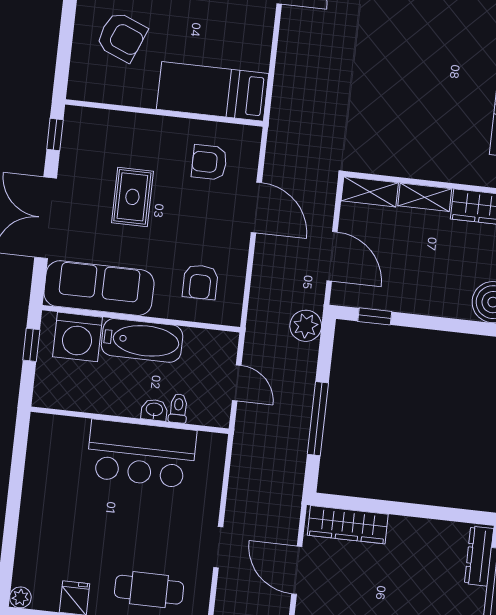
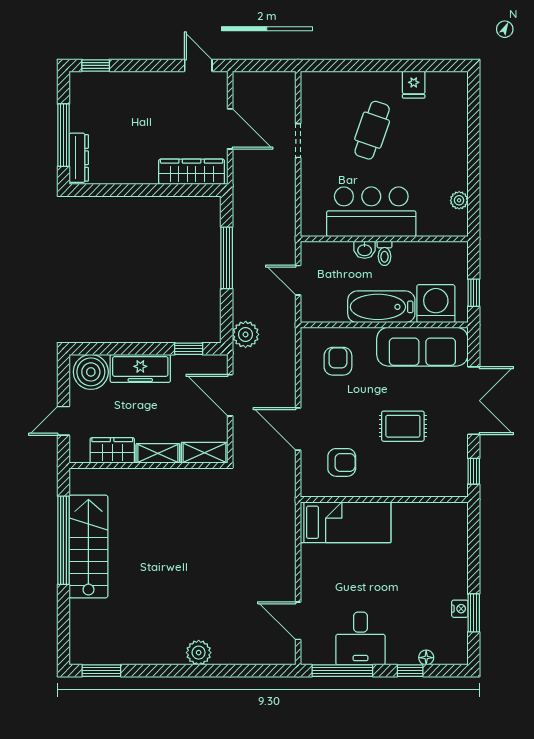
armchair: (122, 37) -> (427, 559), removed
rug: (132, 197) -> (403, 426), turned 90
freezer: (434, 300) -> (140, 368), added
toilet: (178, 408) -> (384, 253), moved
cafe table: (149, 590) -> (372, 130), moved, turned -71
plant: (20, 597) -> (459, 200), moved

